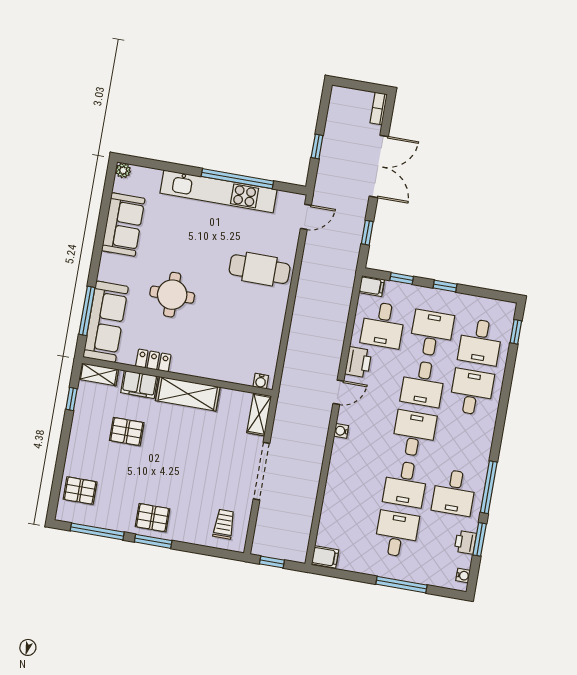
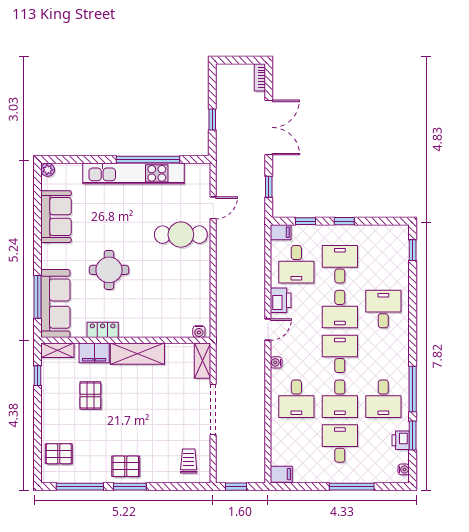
door: (306, 217) -> (213, 208), moved
desk: (480, 342) -> (296, 399), moved
pallet: (127, 432) -> (90, 396), turned 90

